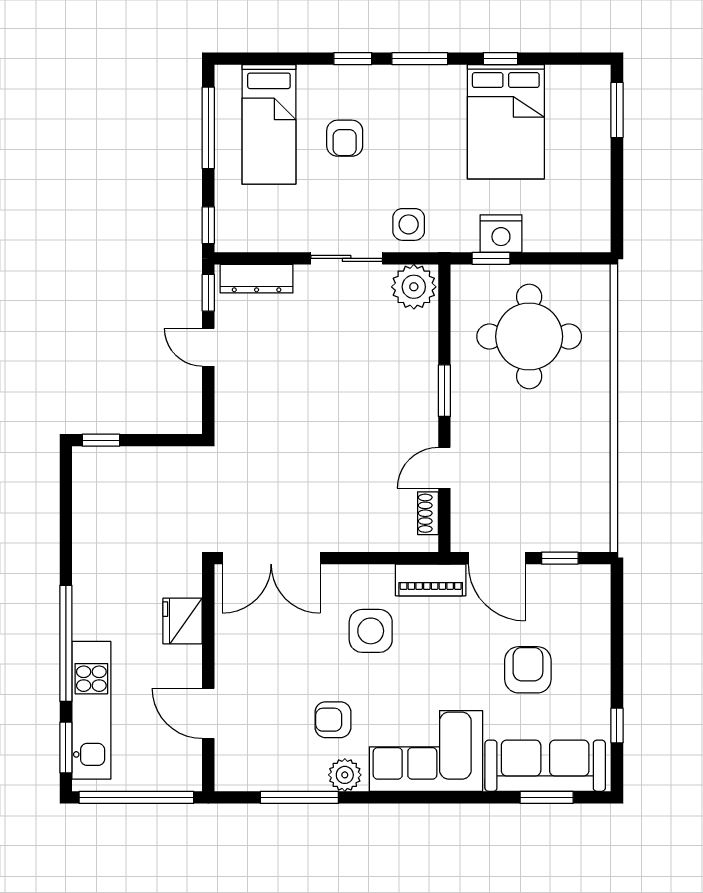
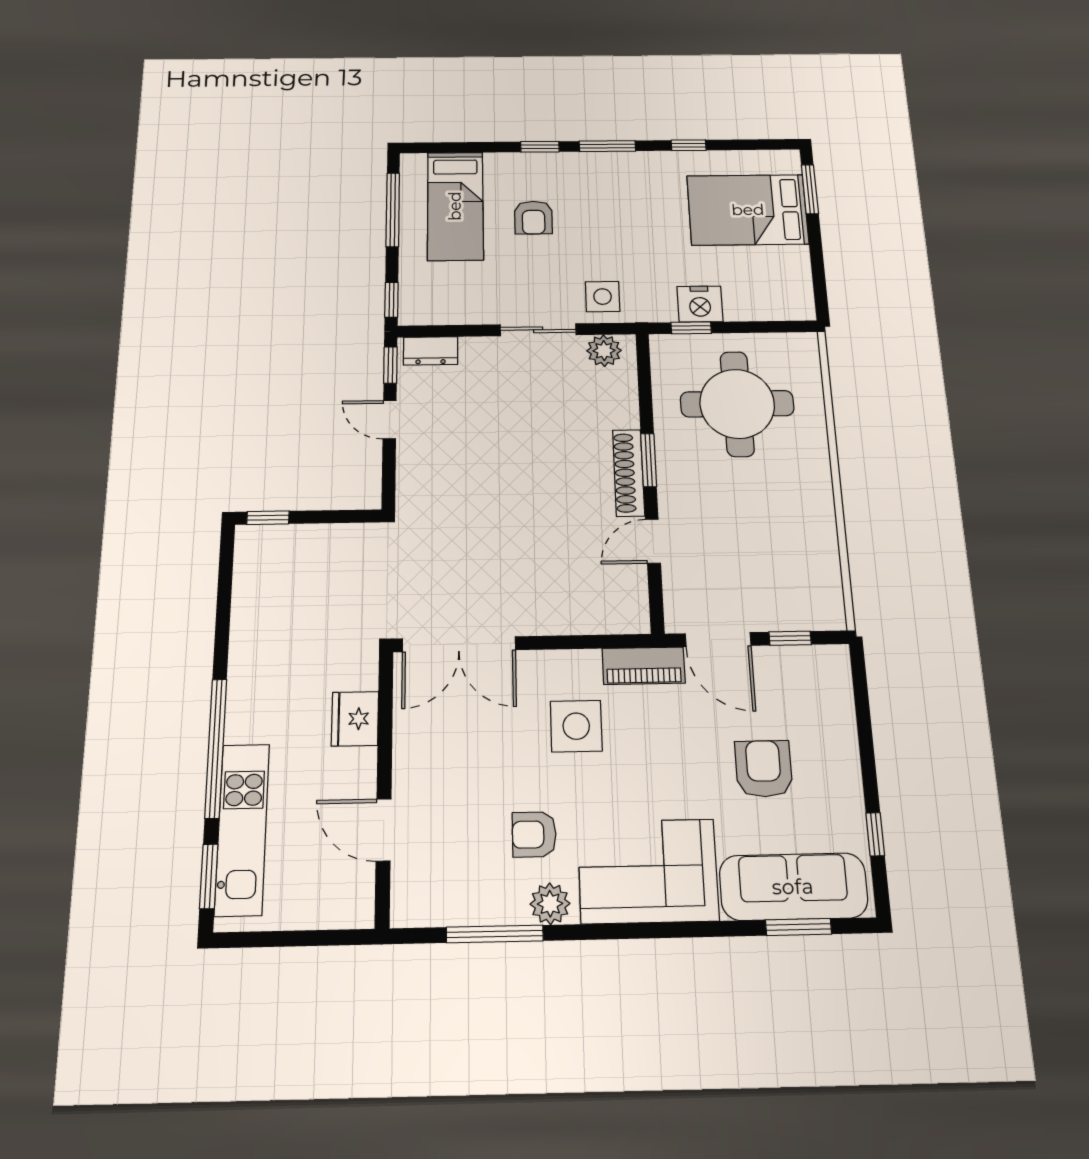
bed: (506, 122) -> (748, 210), moved, turned 90
dresser: (257, 279) -> (431, 351), width x0.70
plant: (414, 287) -> (604, 351), width x0.73, depth x0.73
shoe rack: (428, 513) -> (629, 473), moved, width x1.94, depth x1.24
window: (136, 797) -> (293, 939), removed

